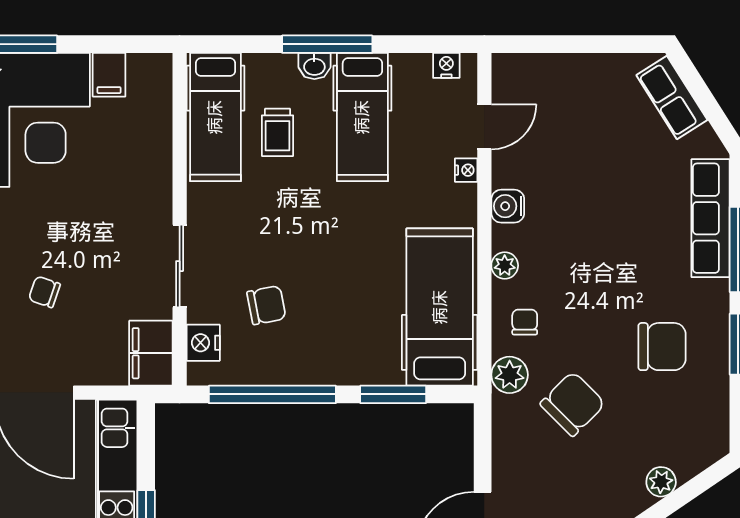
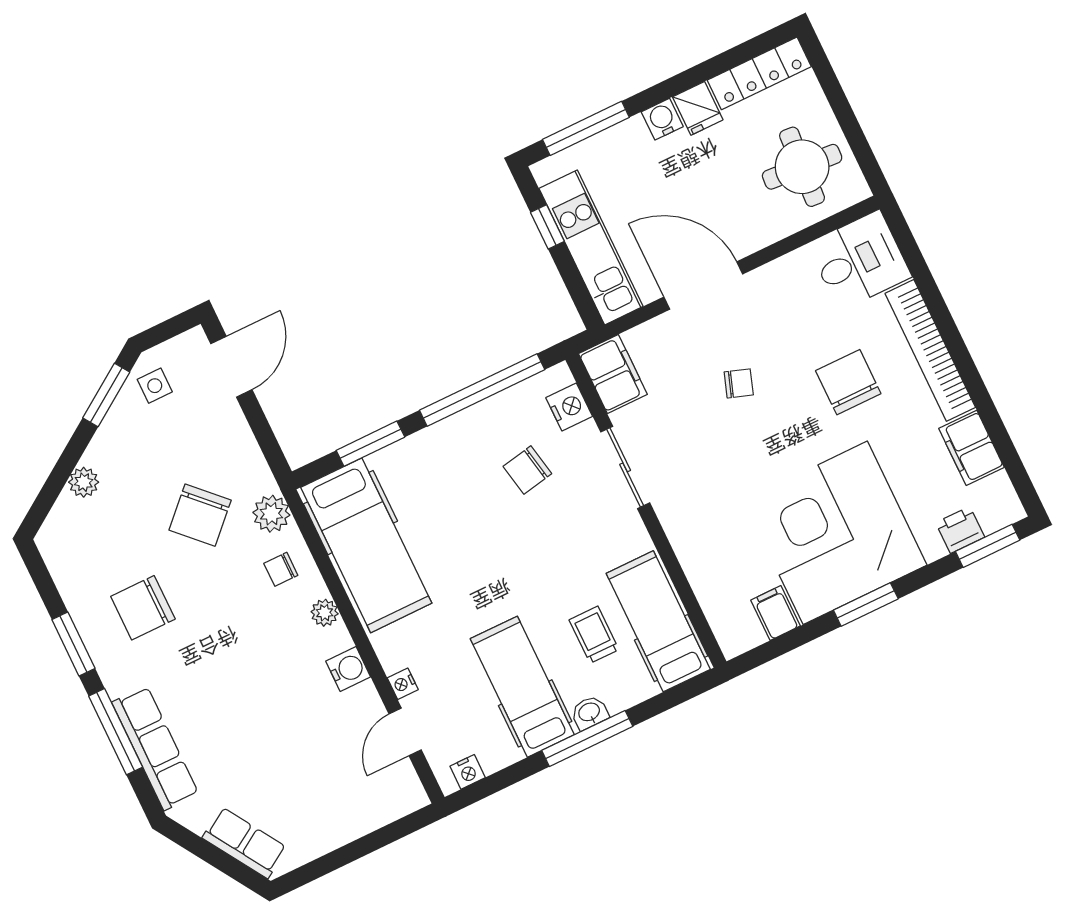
chair: (525, 322) -> (281, 569), turned 90

